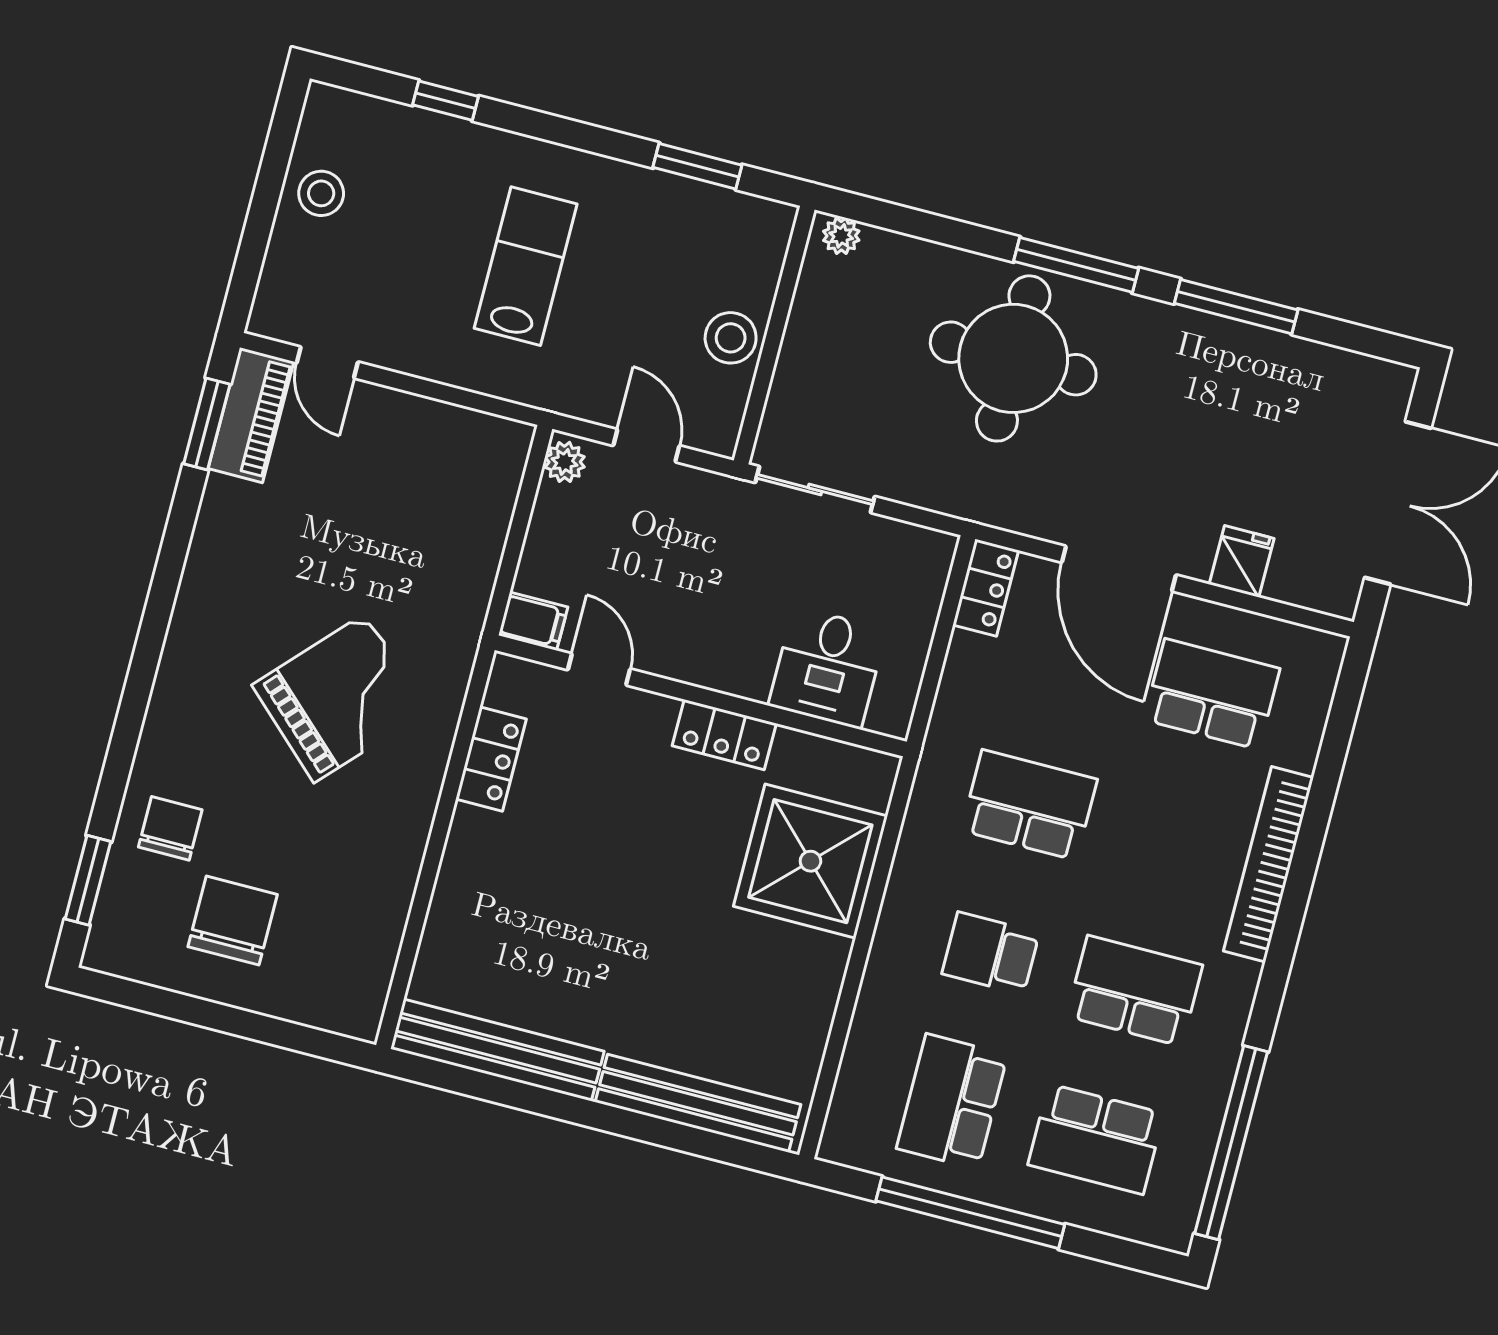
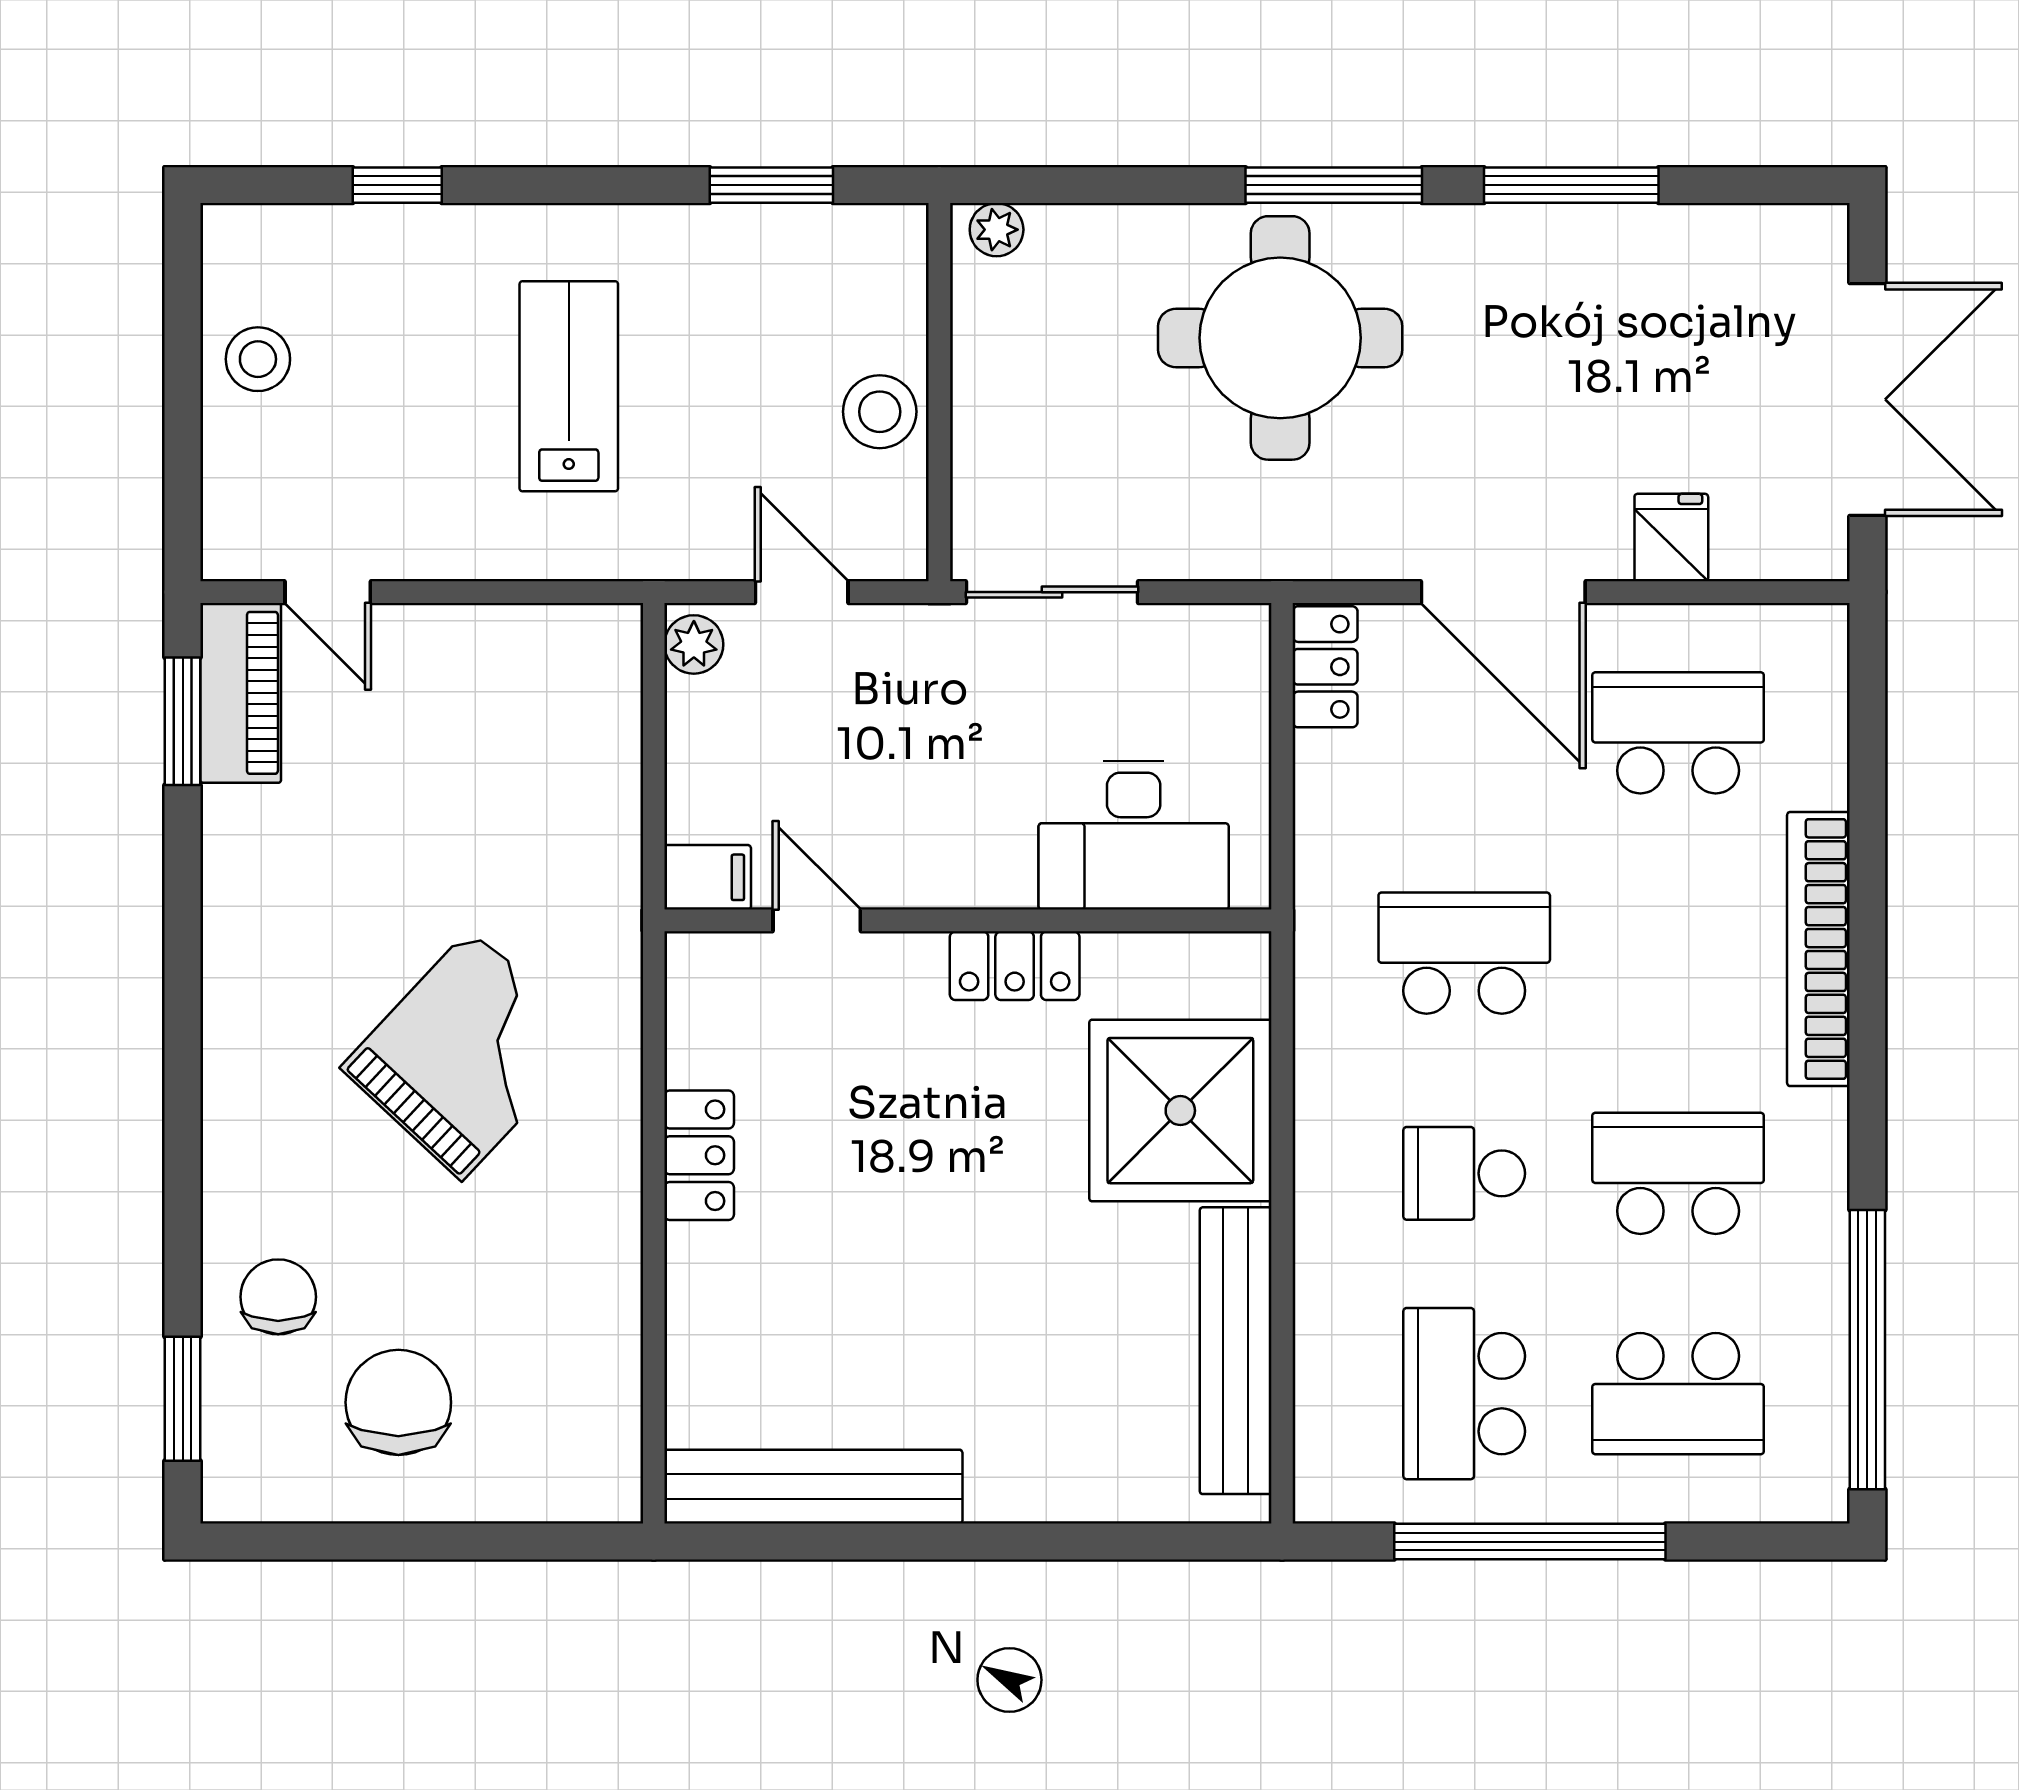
desk: (827, 668) -> (1134, 835), width x1.37
locker: (491, 759) -> (699, 1155), moved
bench: (698, 1103) -> (1236, 1351), moved, turned 90

